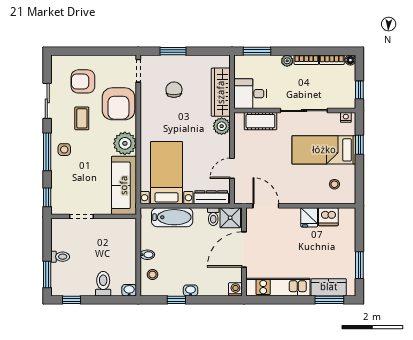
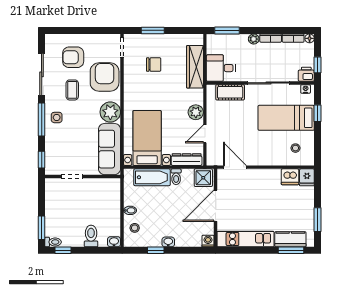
chair: (174, 90) -> (154, 65), turned 90
sliding door: (47, 101) -> (42, 74), width x1.37
printer: (347, 101) -> (306, 74), added
armchair: (118, 104) -> (105, 77), turned 180
plant: (222, 126) -> (196, 112), moved
toilet: (213, 217) -> (176, 177), moved
fridge: (309, 217) -> (307, 177), moved
toilet: (60, 257) -> (53, 242), moved

